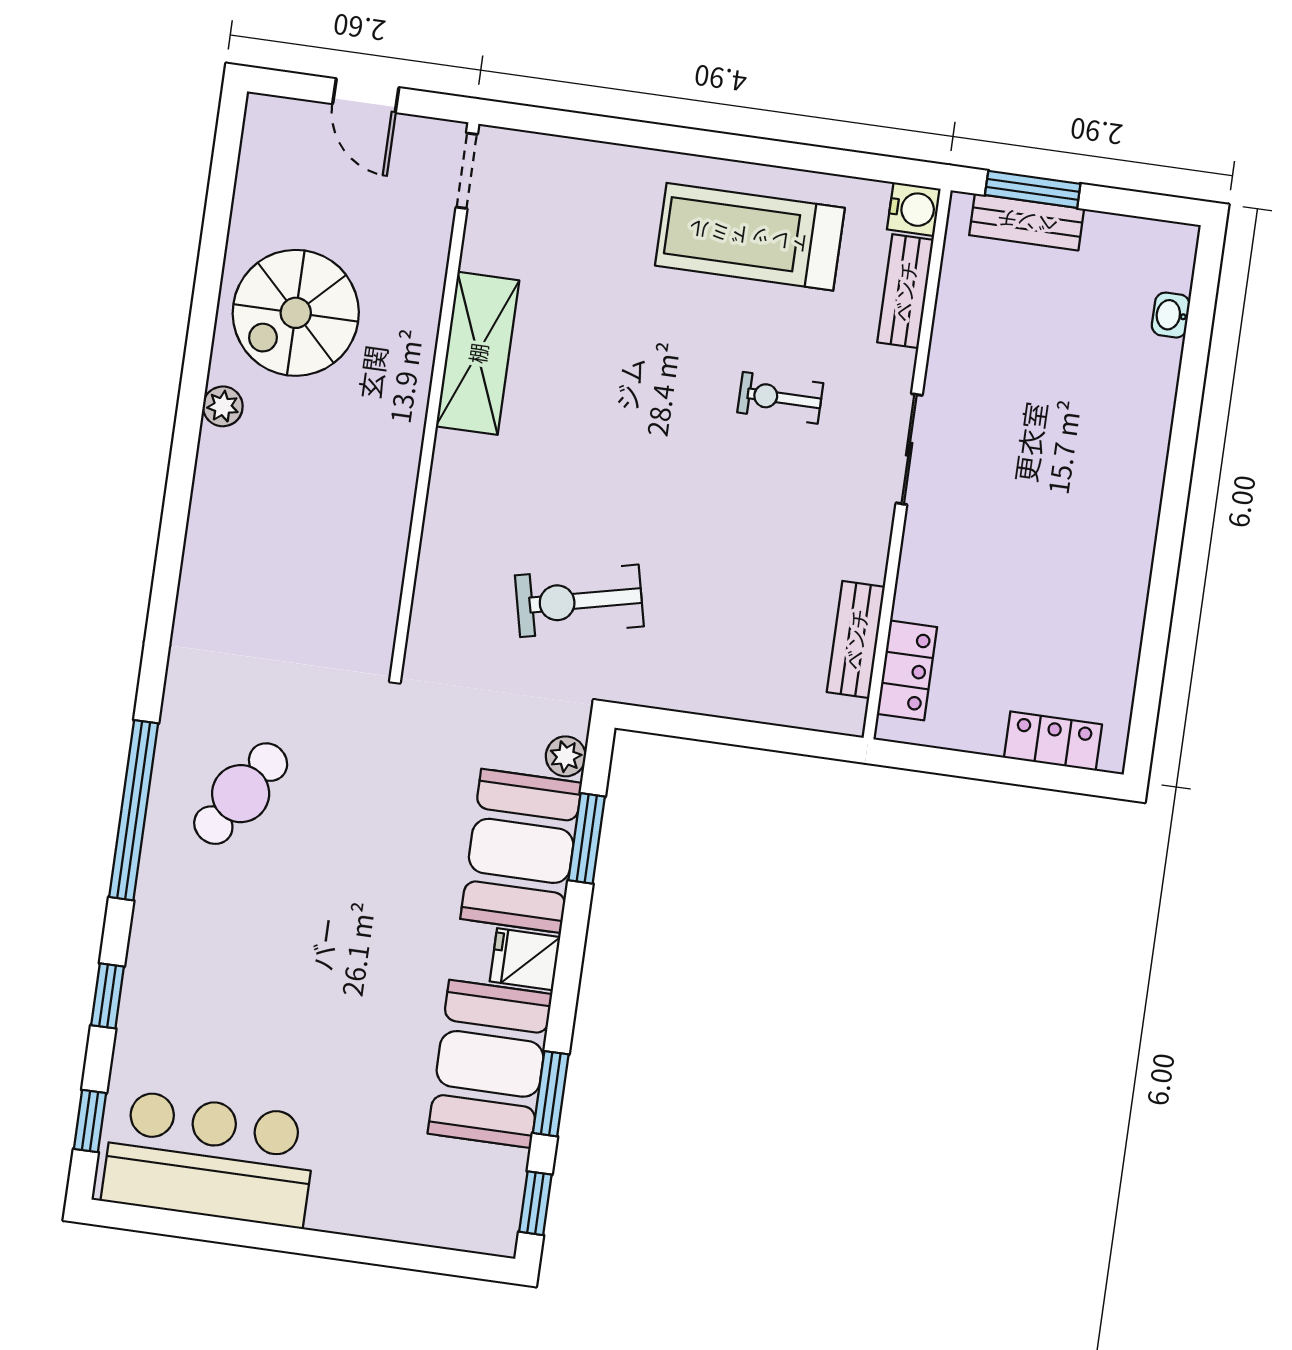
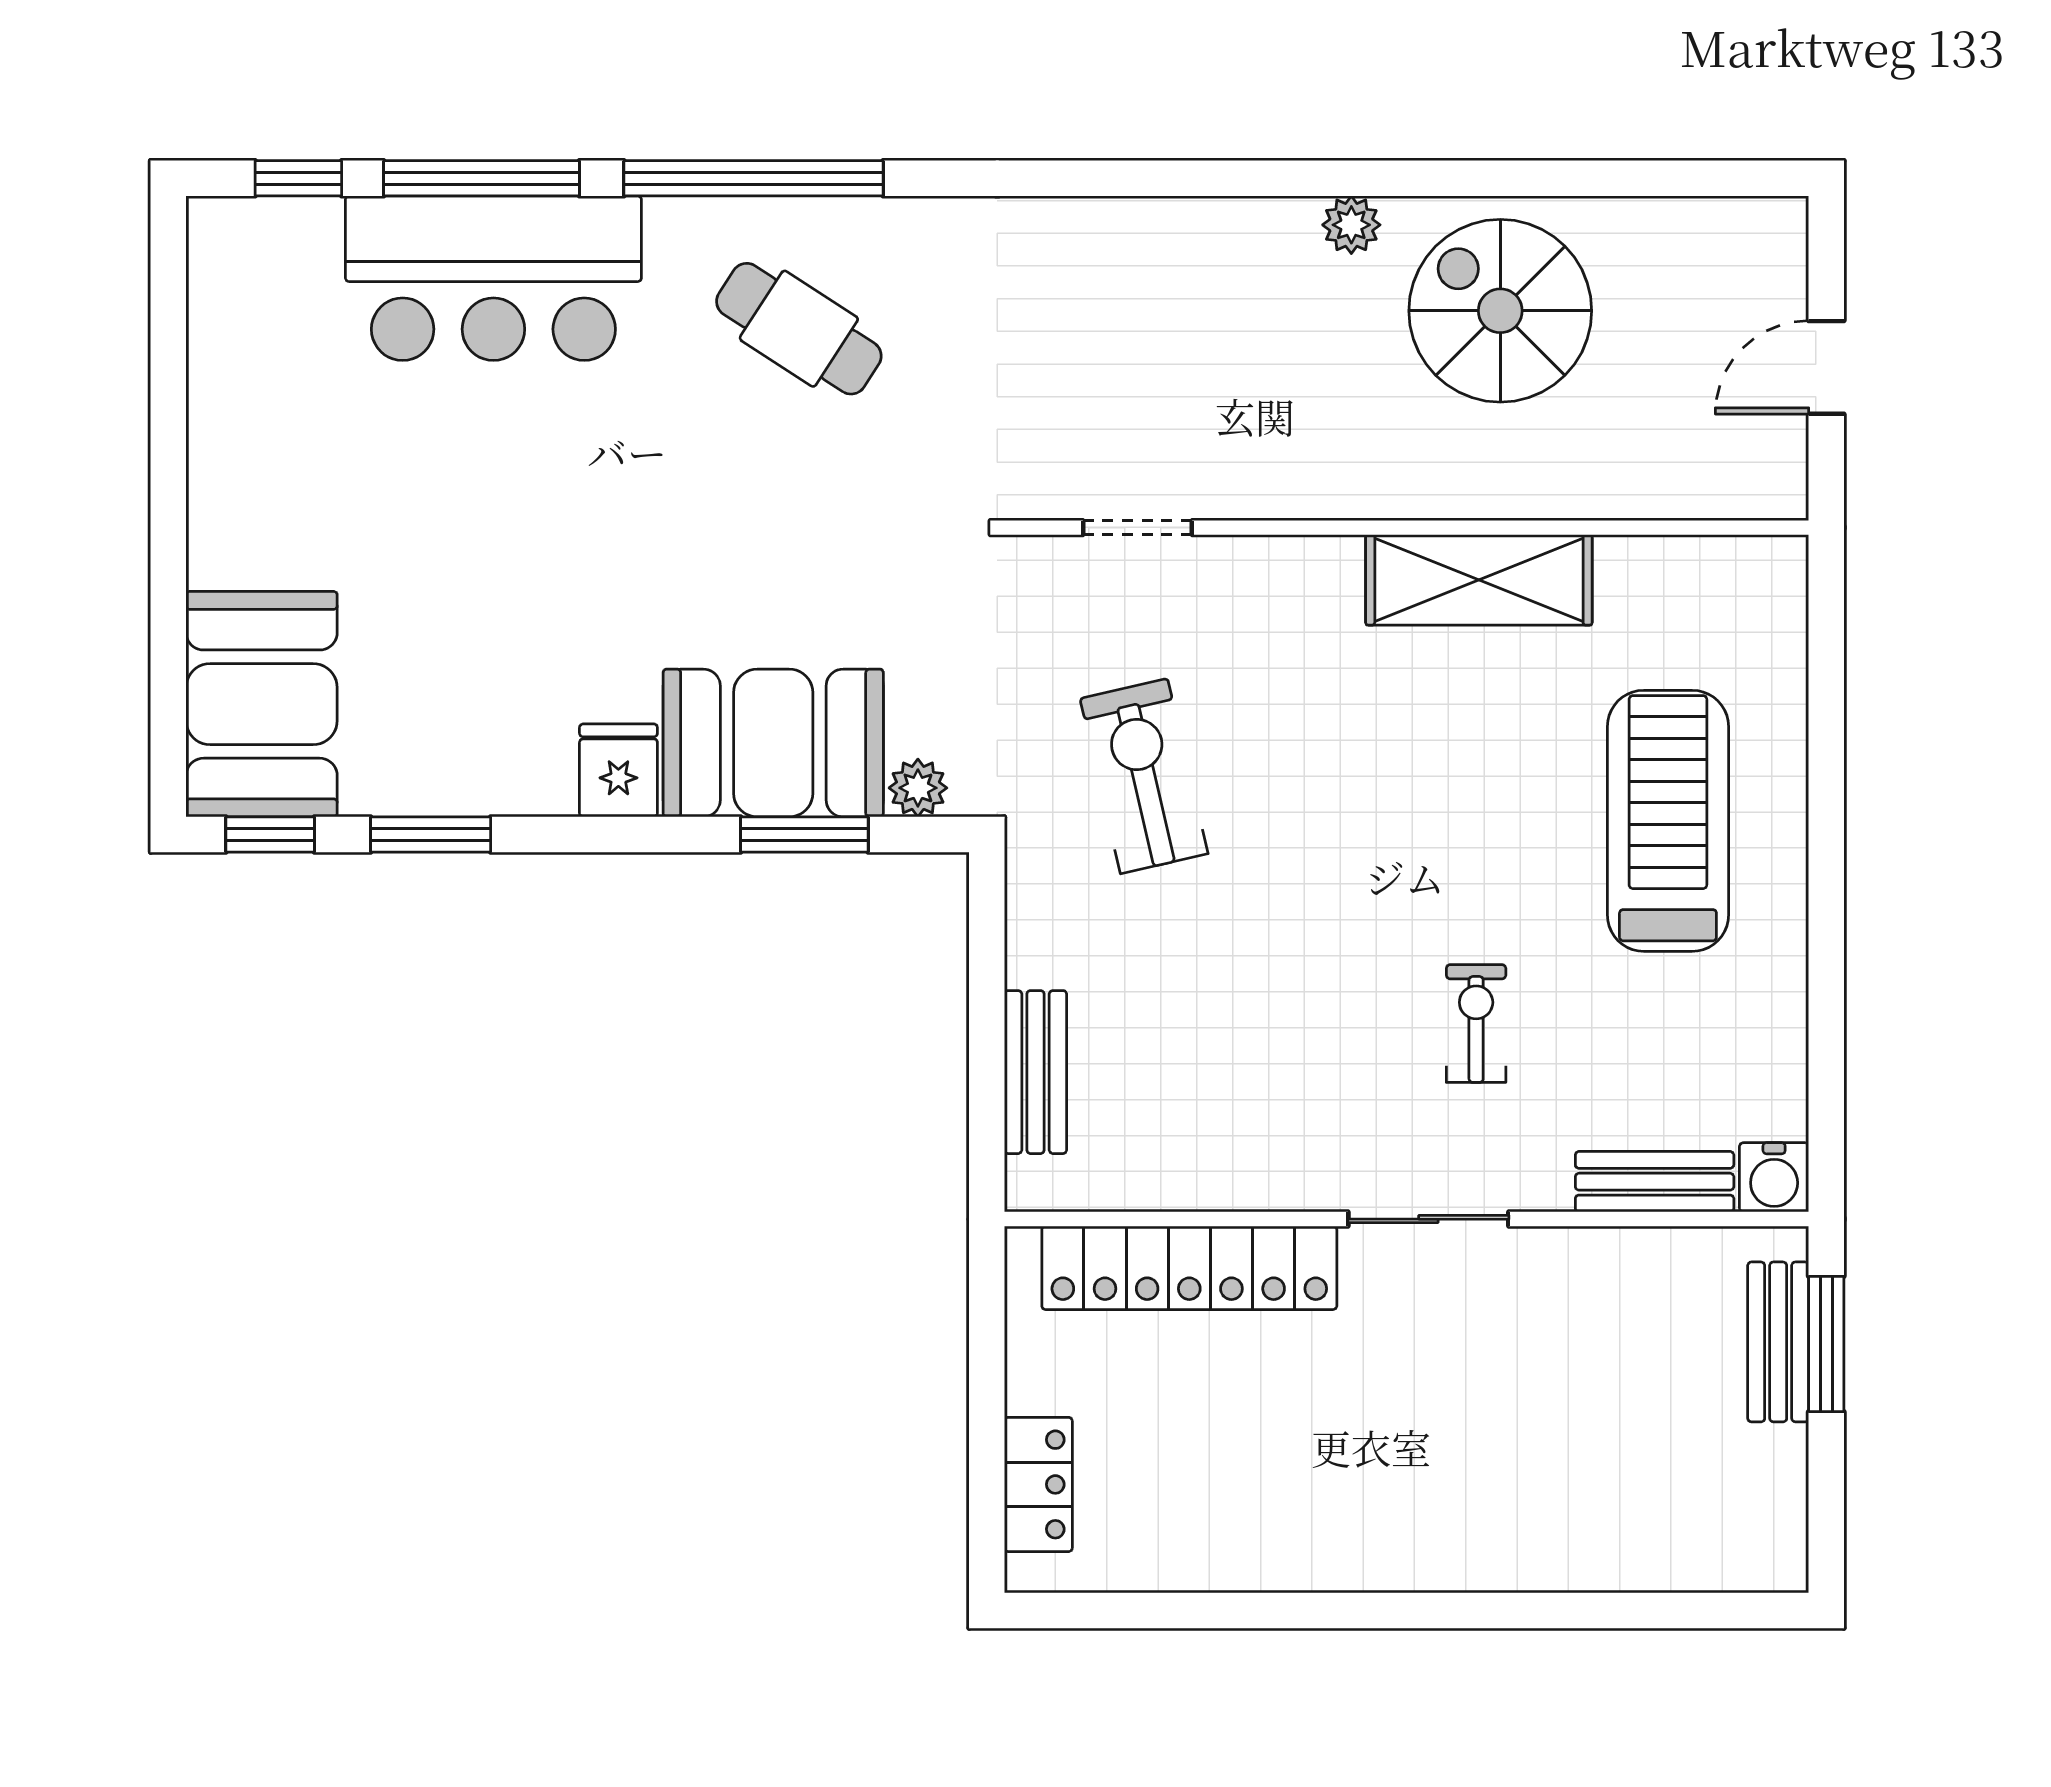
doorway: (467, 171) -> (1138, 528), moved
treadmill: (750, 237) -> (1668, 821), moved
washbasin: (1171, 315) -> (1674, 1568), removed
bench: (856, 639) -> (1036, 1072), moved, turned 90
locker: (907, 670) -> (1189, 1268), width x2.16, depth x1.21
window: (108, 996) -> (482, 178), width x2.17
booth: (490, 1064) -> (262, 704), moved, turned 90
bar counter: (209, 1159) -> (493, 278), moved, turned 90

